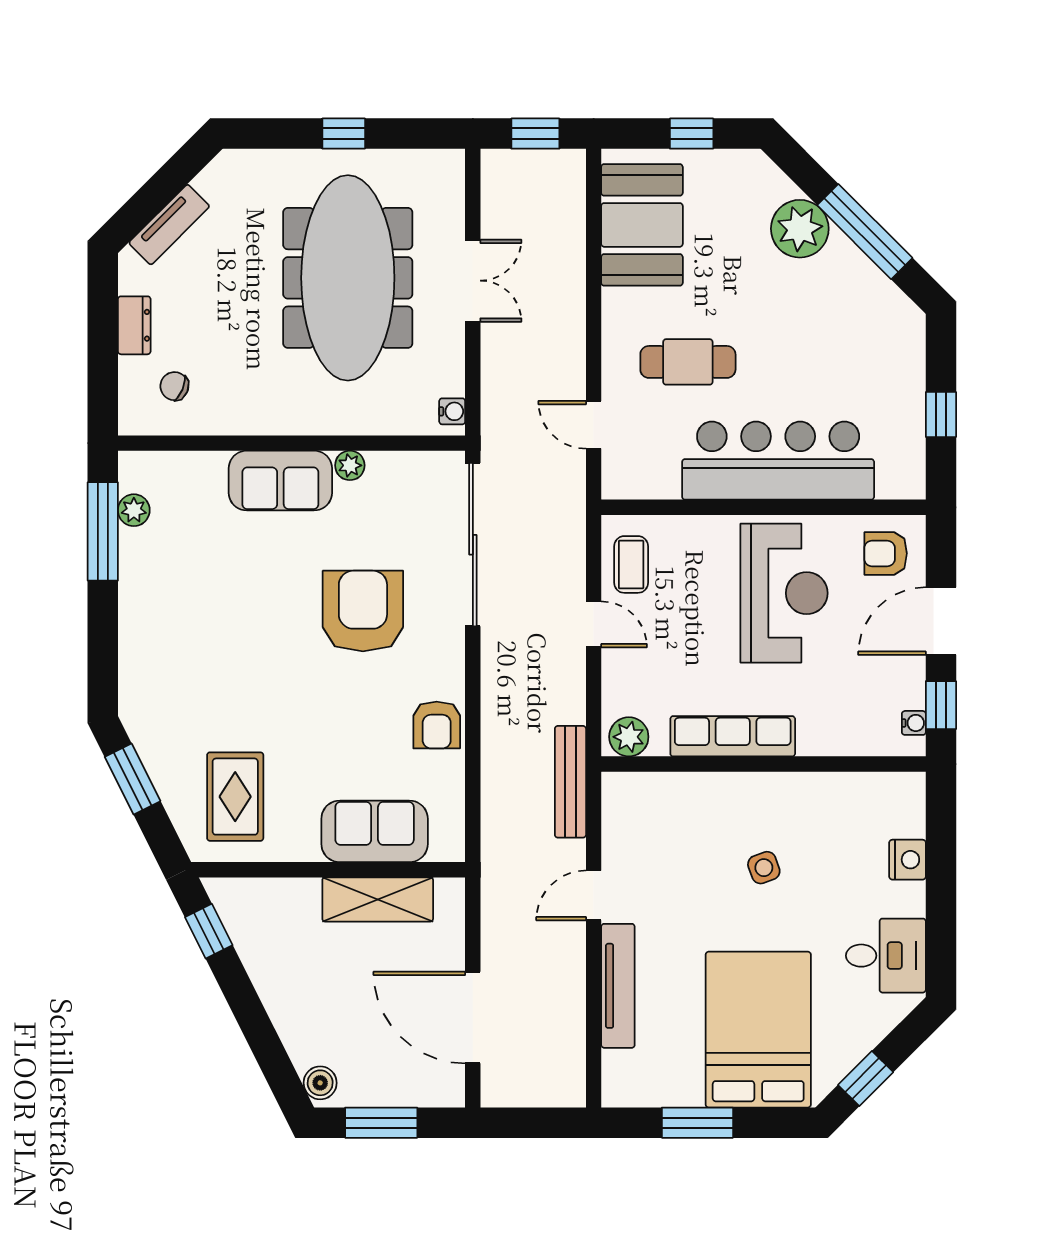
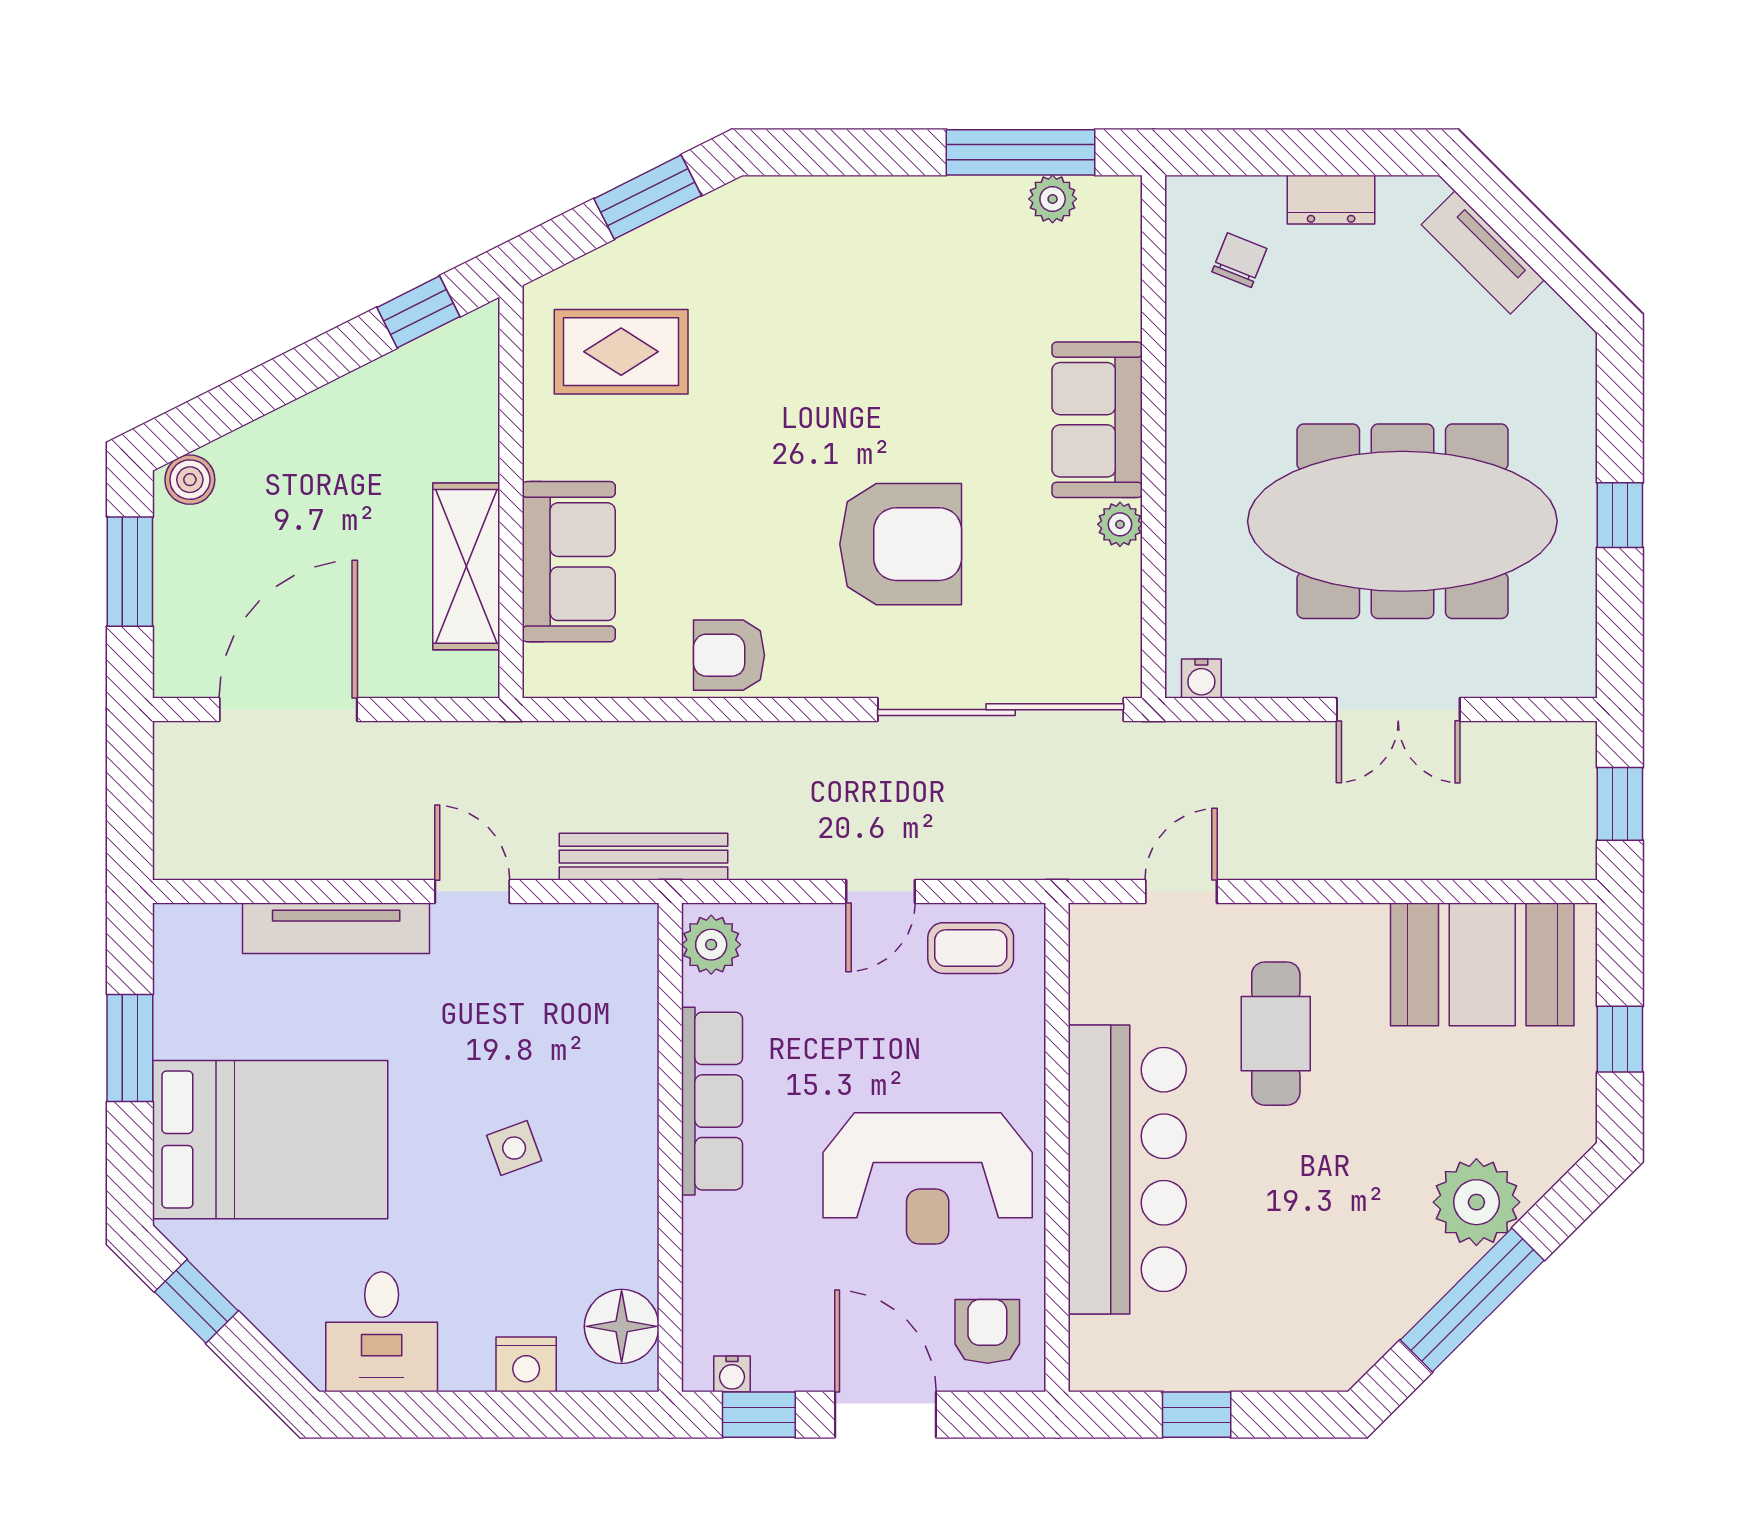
floor lamp: (882, 796) -> (622, 1326), added

